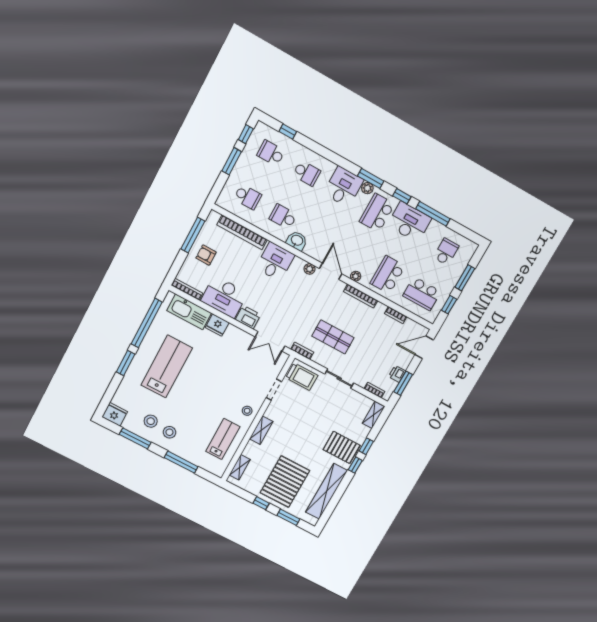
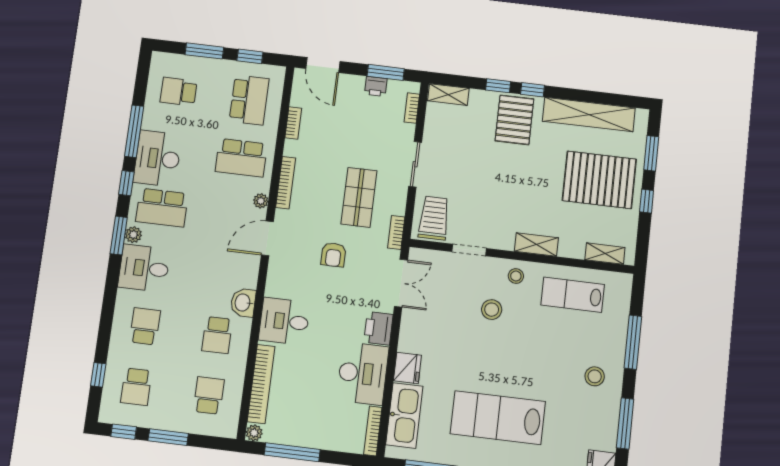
armchair: (206, 255) -> (333, 255), moved
plant: (310, 269) -> (254, 433), moved
stool: (151, 421) -> (492, 310), moved

